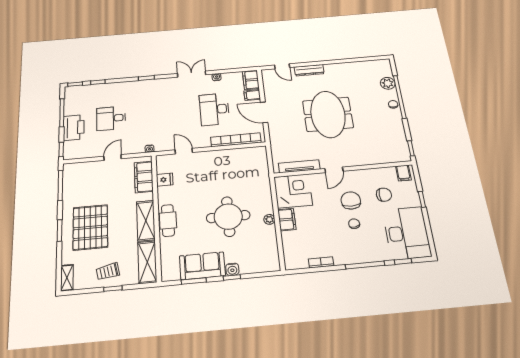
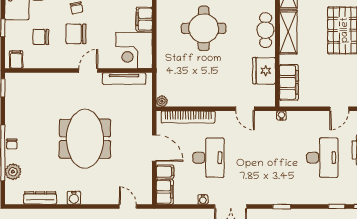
water cooler: (330, 69) -> (74, 198), added
dresser: (309, 70) -> (40, 198), moved
desk: (111, 118) -> (322, 158), width x1.37
door: (113, 158) -> (339, 109), moved
fridge: (165, 180) -> (264, 71), width x1.88, depth x1.34
chair: (351, 200) -> (76, 34), turned 90
plant: (269, 219) -> (162, 101), moved

